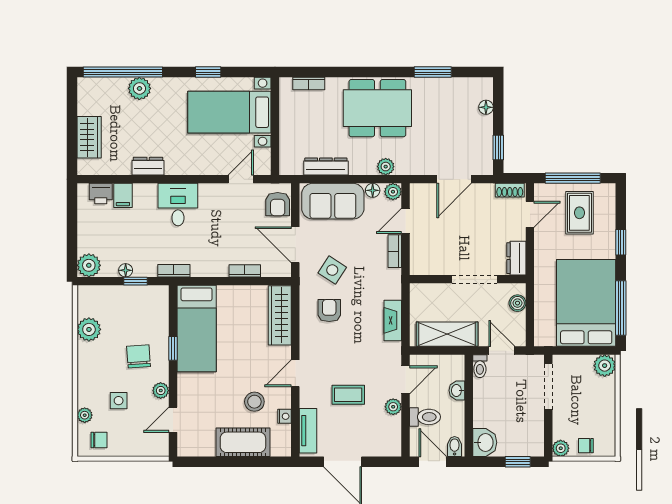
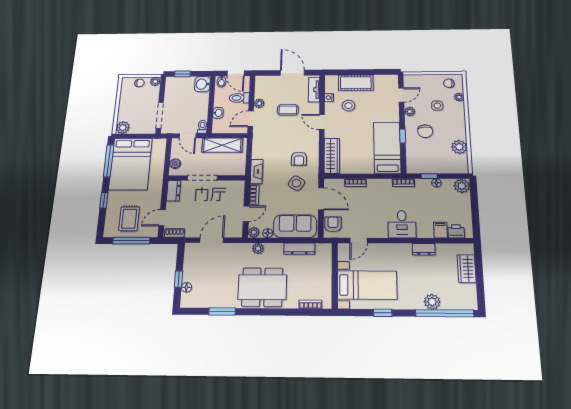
window: (498, 148) -> (179, 279), moved
fireplace: (393, 320) -> (257, 171), moved
door: (295, 373) -> (322, 122), swing flipped

